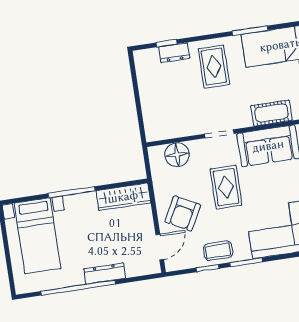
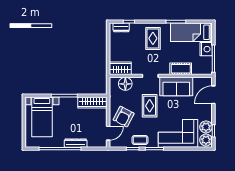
dresser: (174, 53) -> (121, 27), moved
wardrobe: (164, 128) -> (120, 68), added

